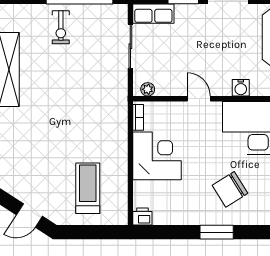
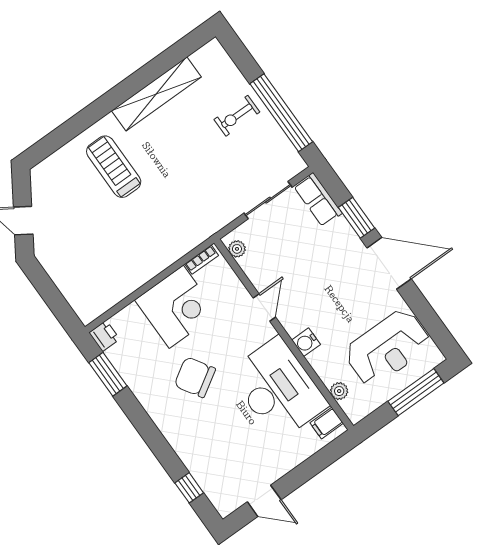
treadmill: (88, 188) -> (114, 167), moved, turned -90
chair: (230, 189) -> (195, 377), moved
window: (217, 232) -> (108, 374), moved

